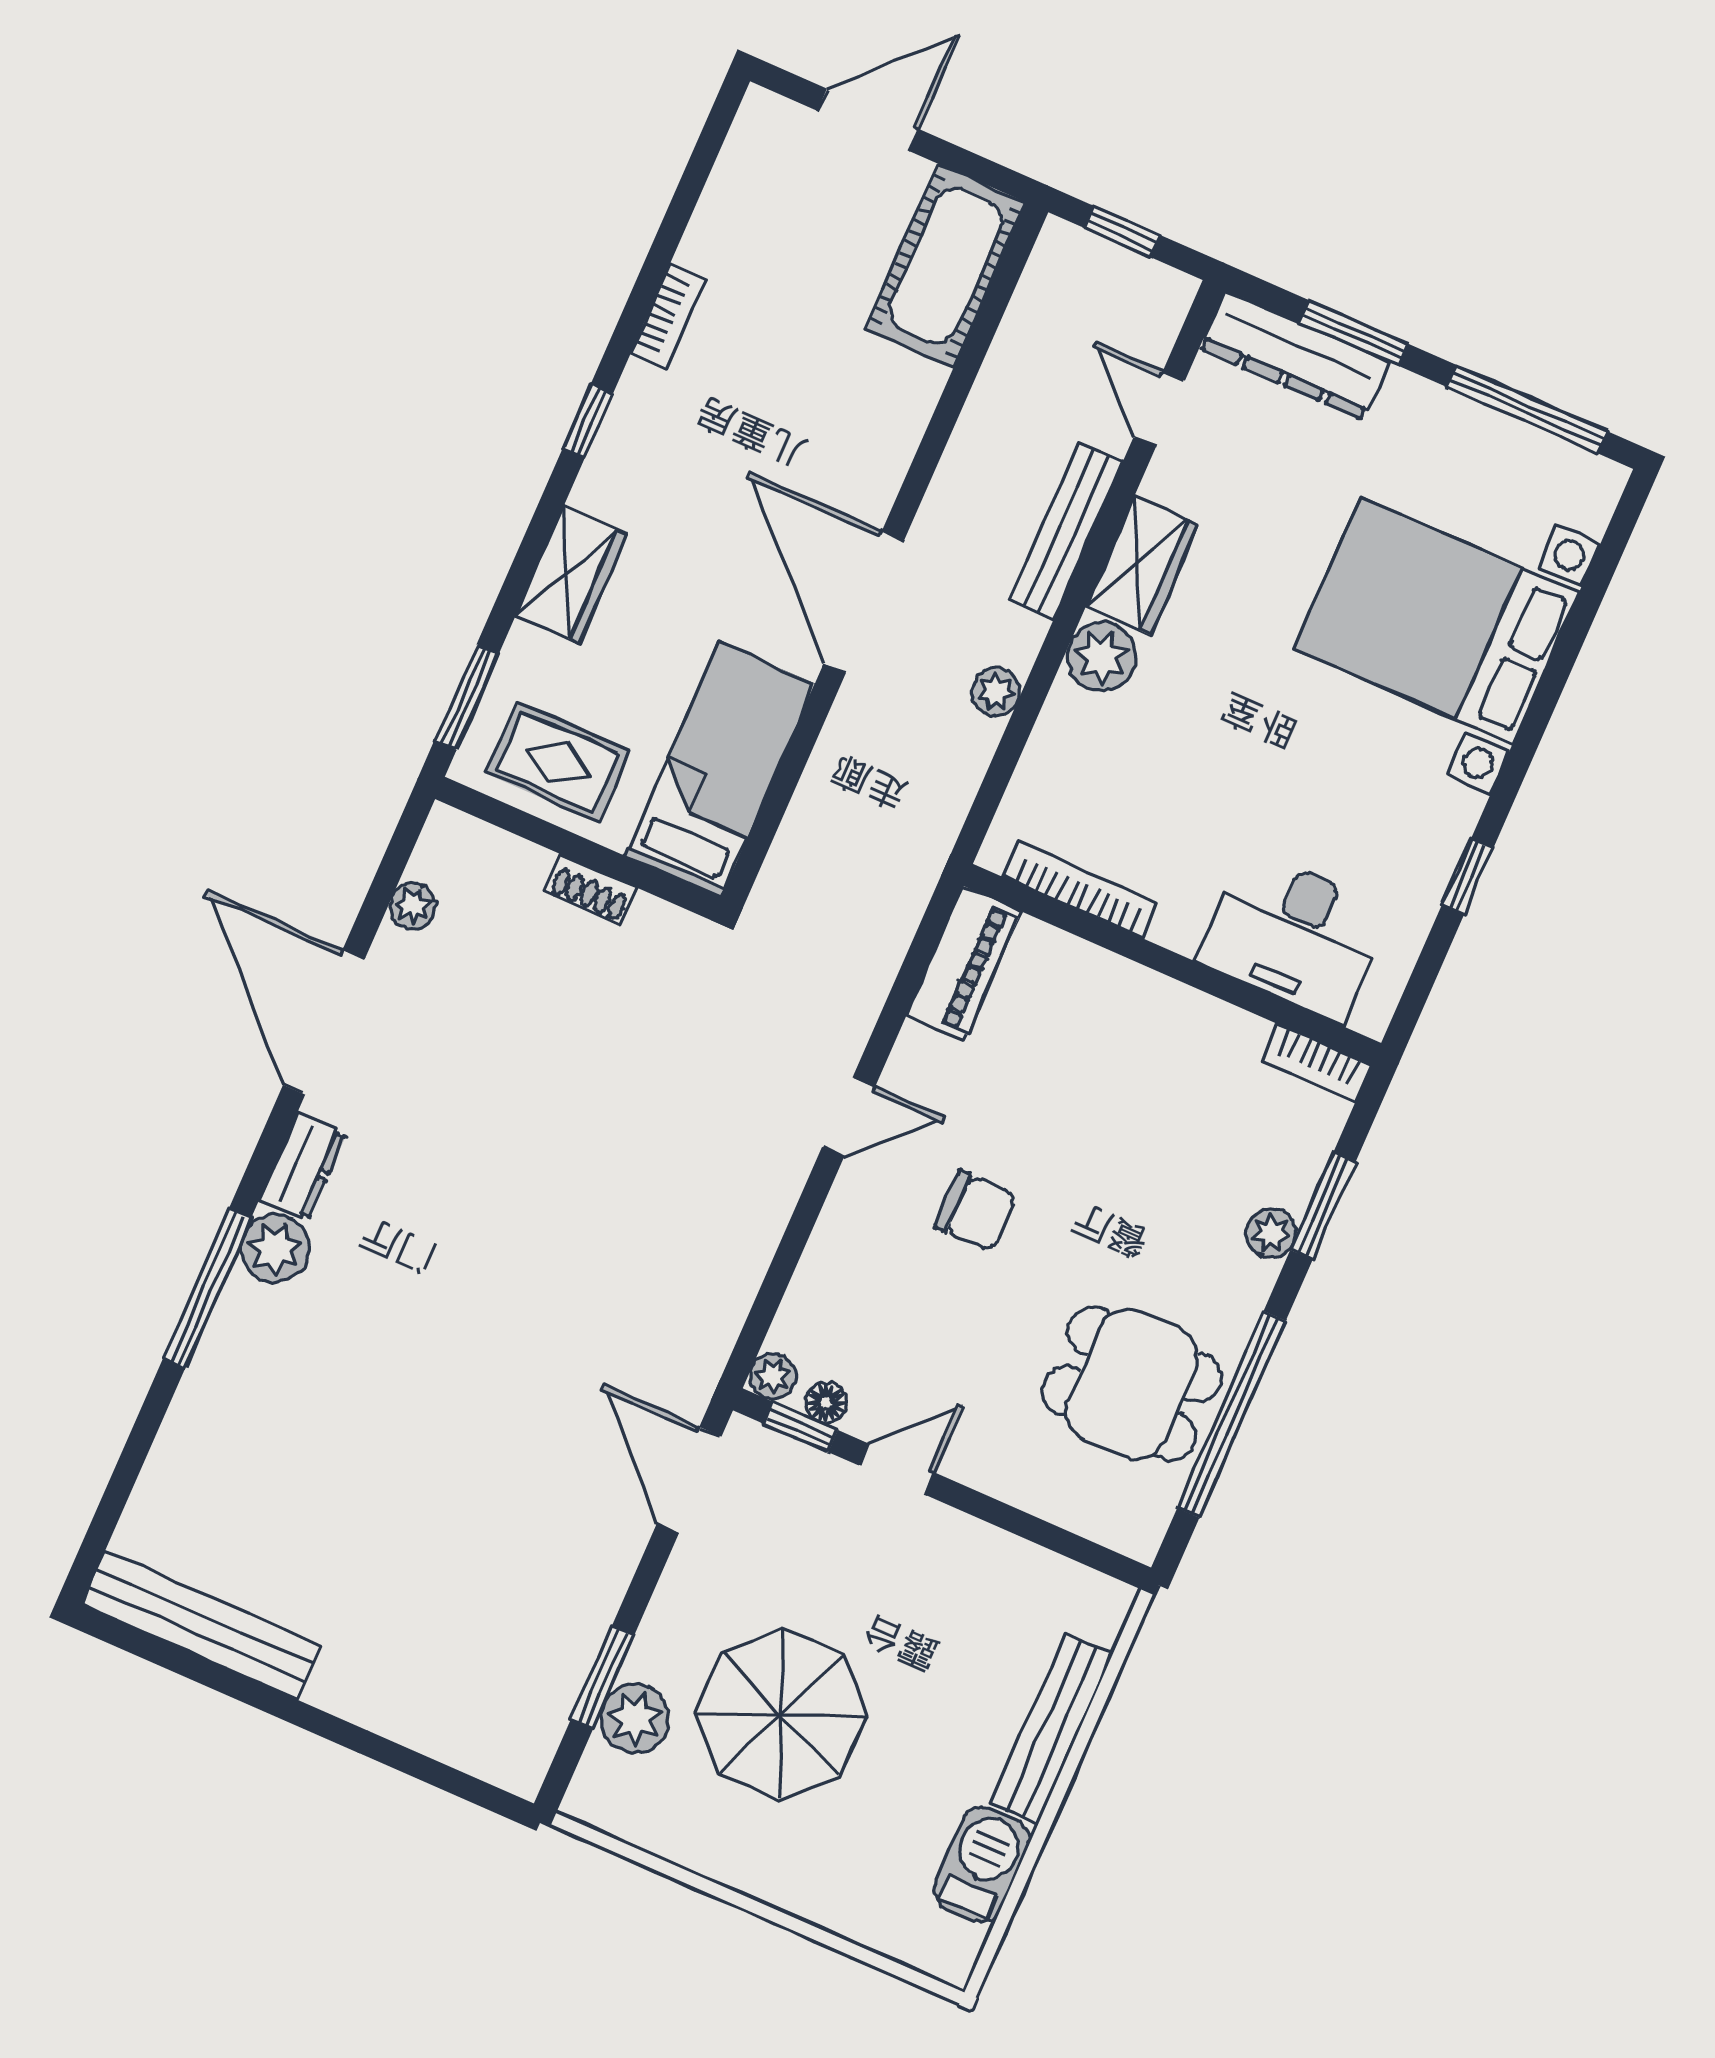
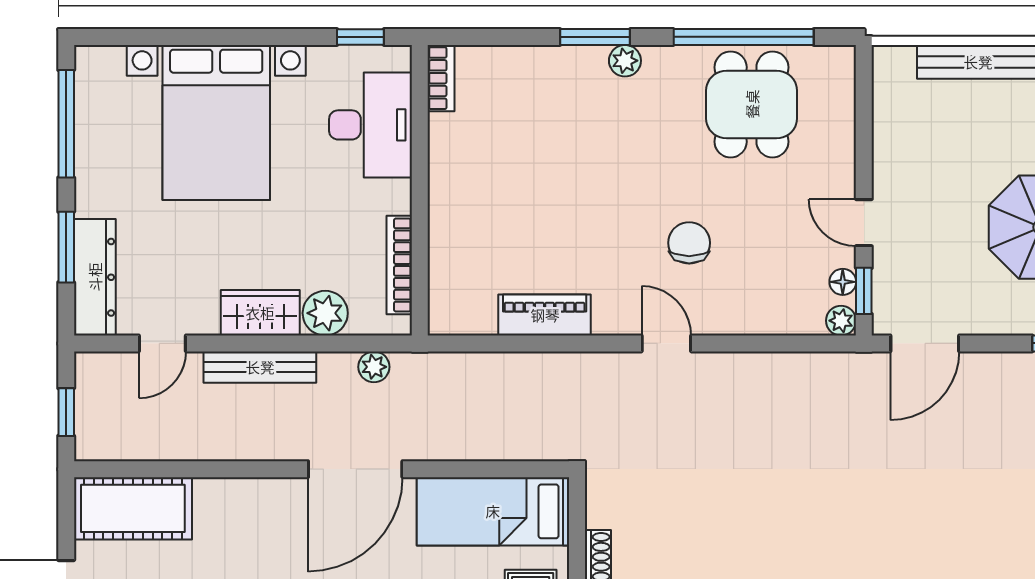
bookcase: (1080, 890) -> (399, 265), moved
desk: (1294, 936) -> (371, 125), moved
wall: (1172, 964) -> (420, 190), moved
bookcase: (1317, 1063) -> (441, 78), moved

